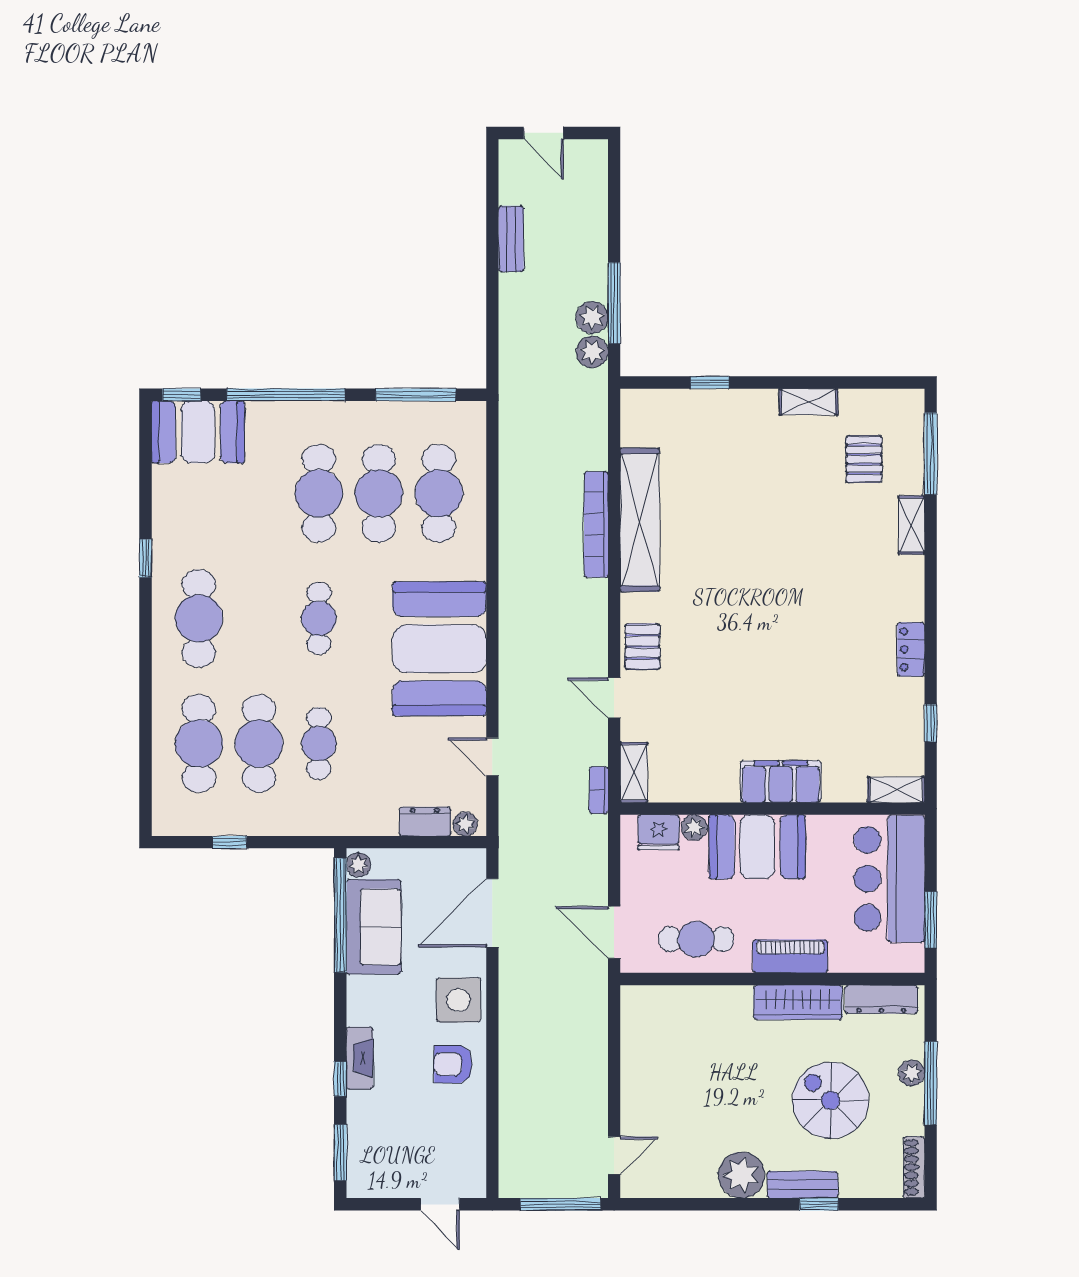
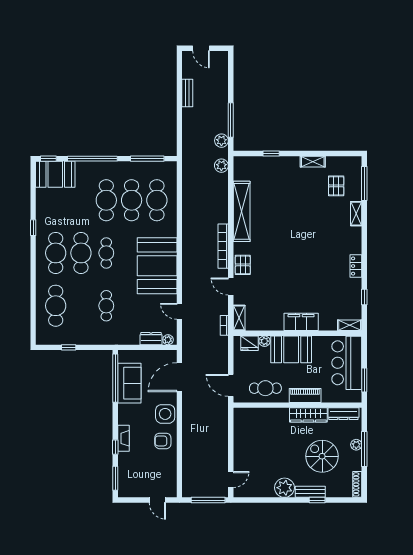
plant: (592, 317) -> (221, 166), moved
bookcase: (596, 524) -> (223, 246), moved
cafe table: (259, 743) -> (81, 253), moved
plant: (358, 865) -> (123, 357), removed

